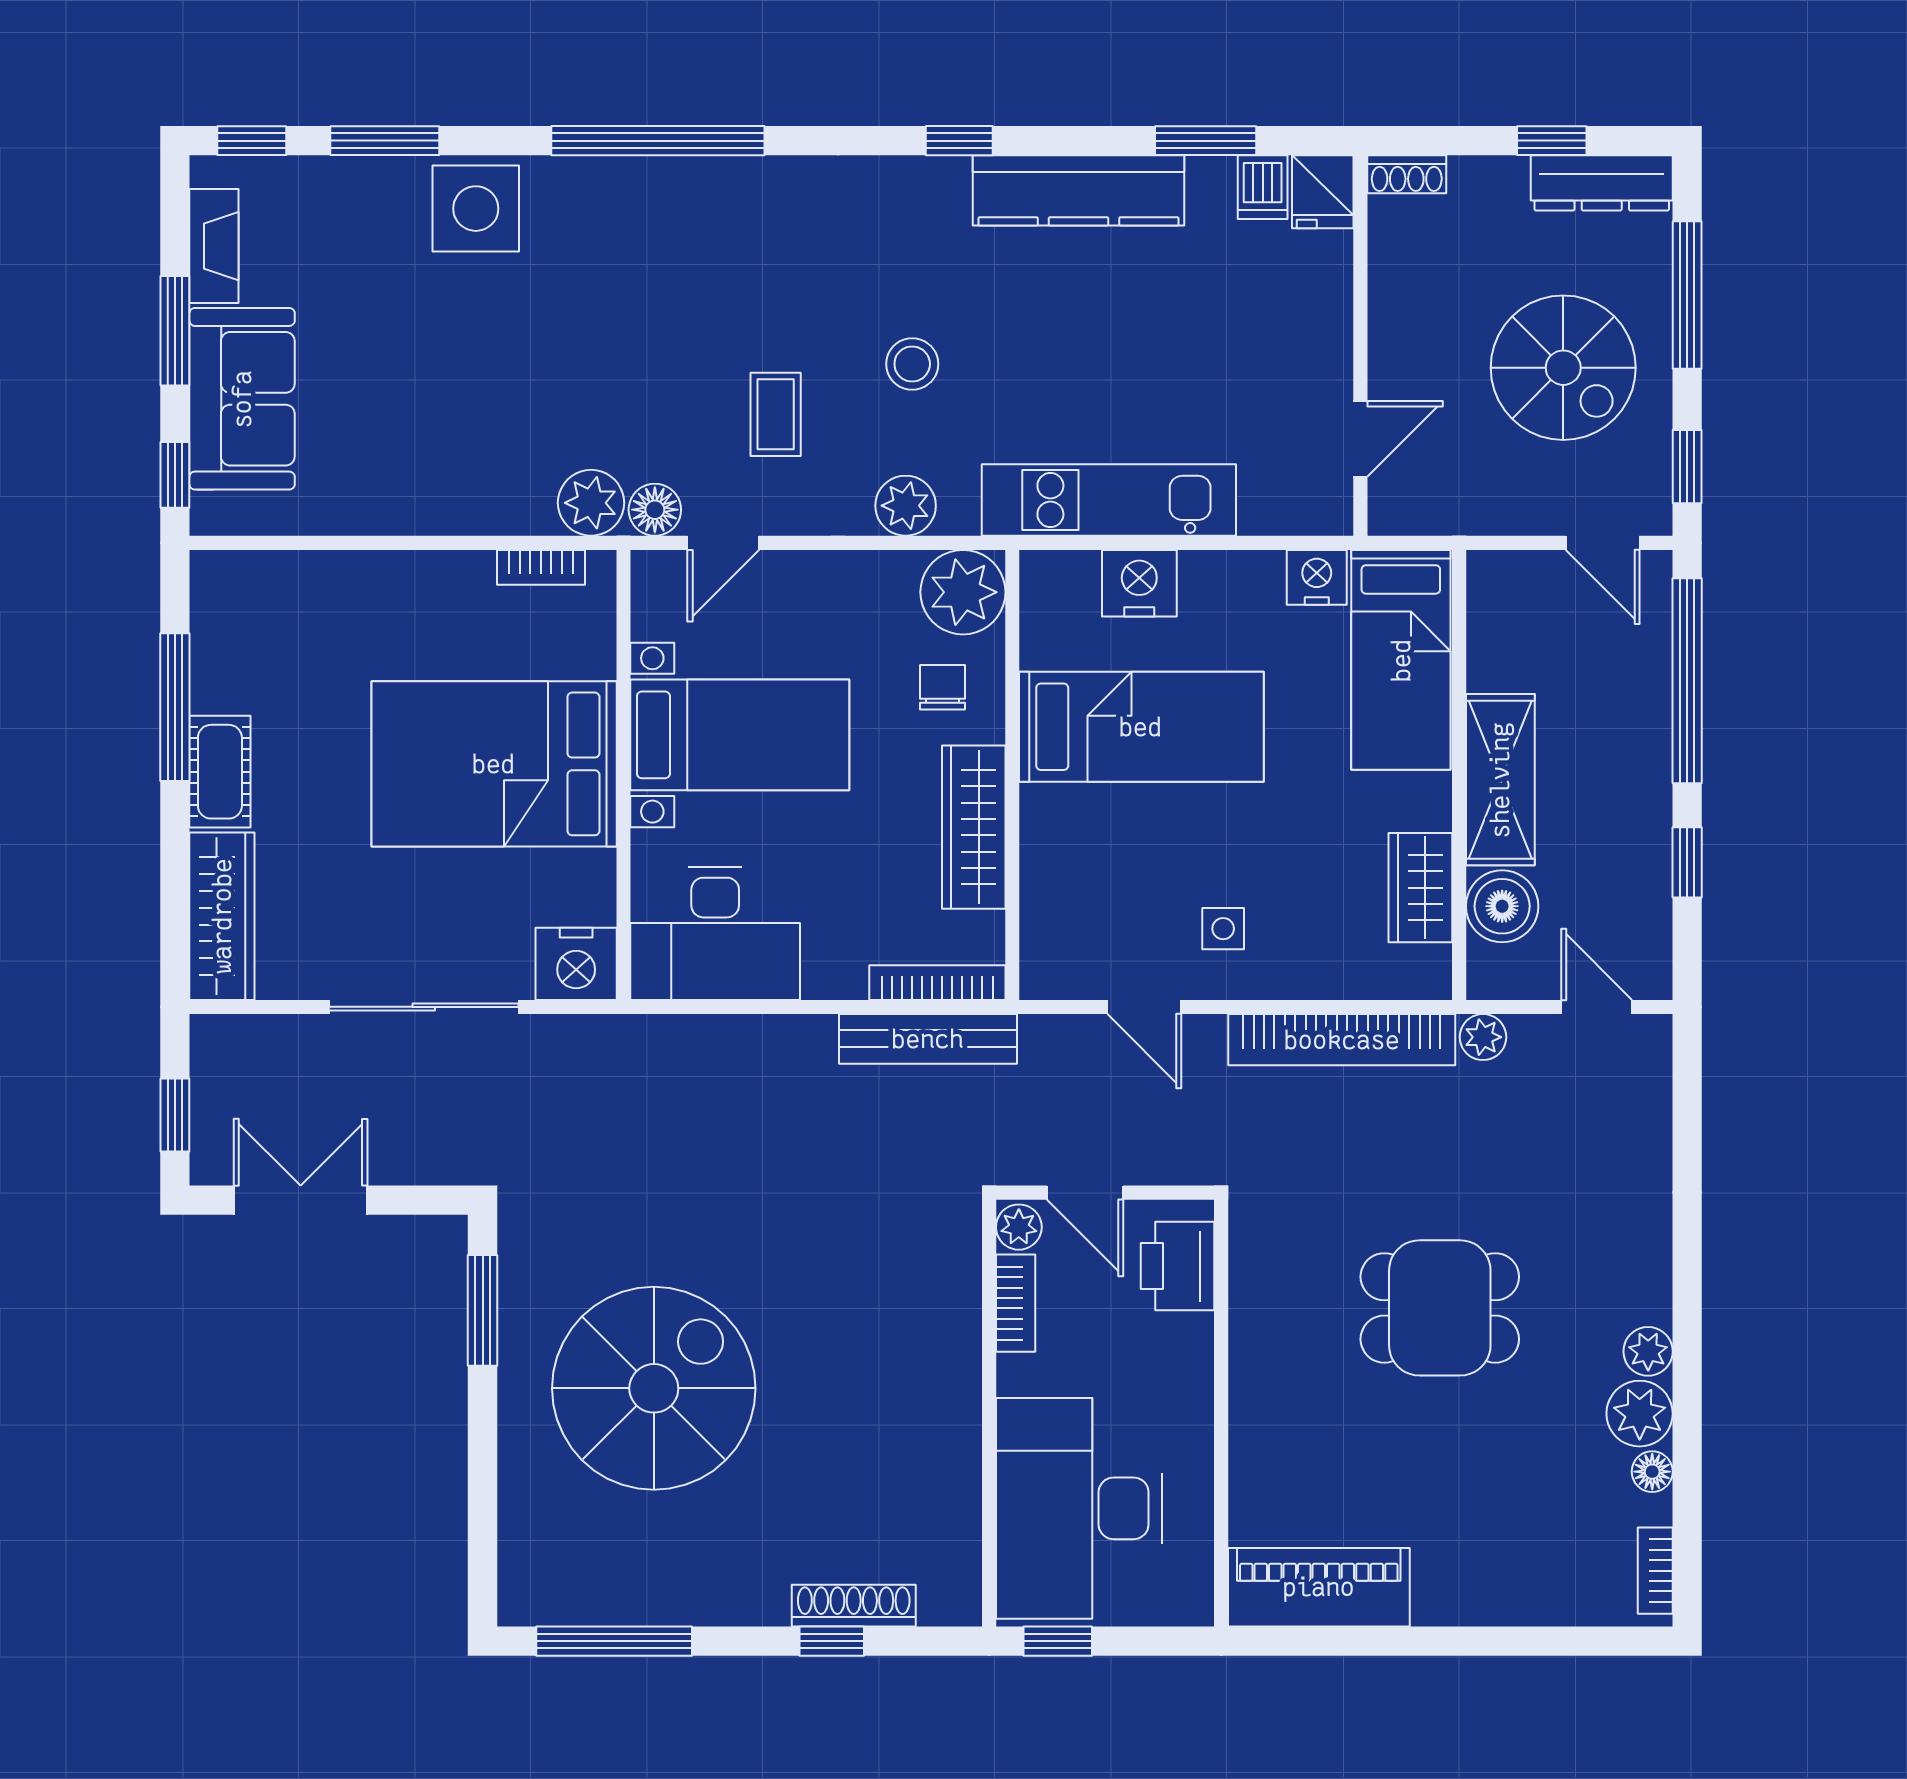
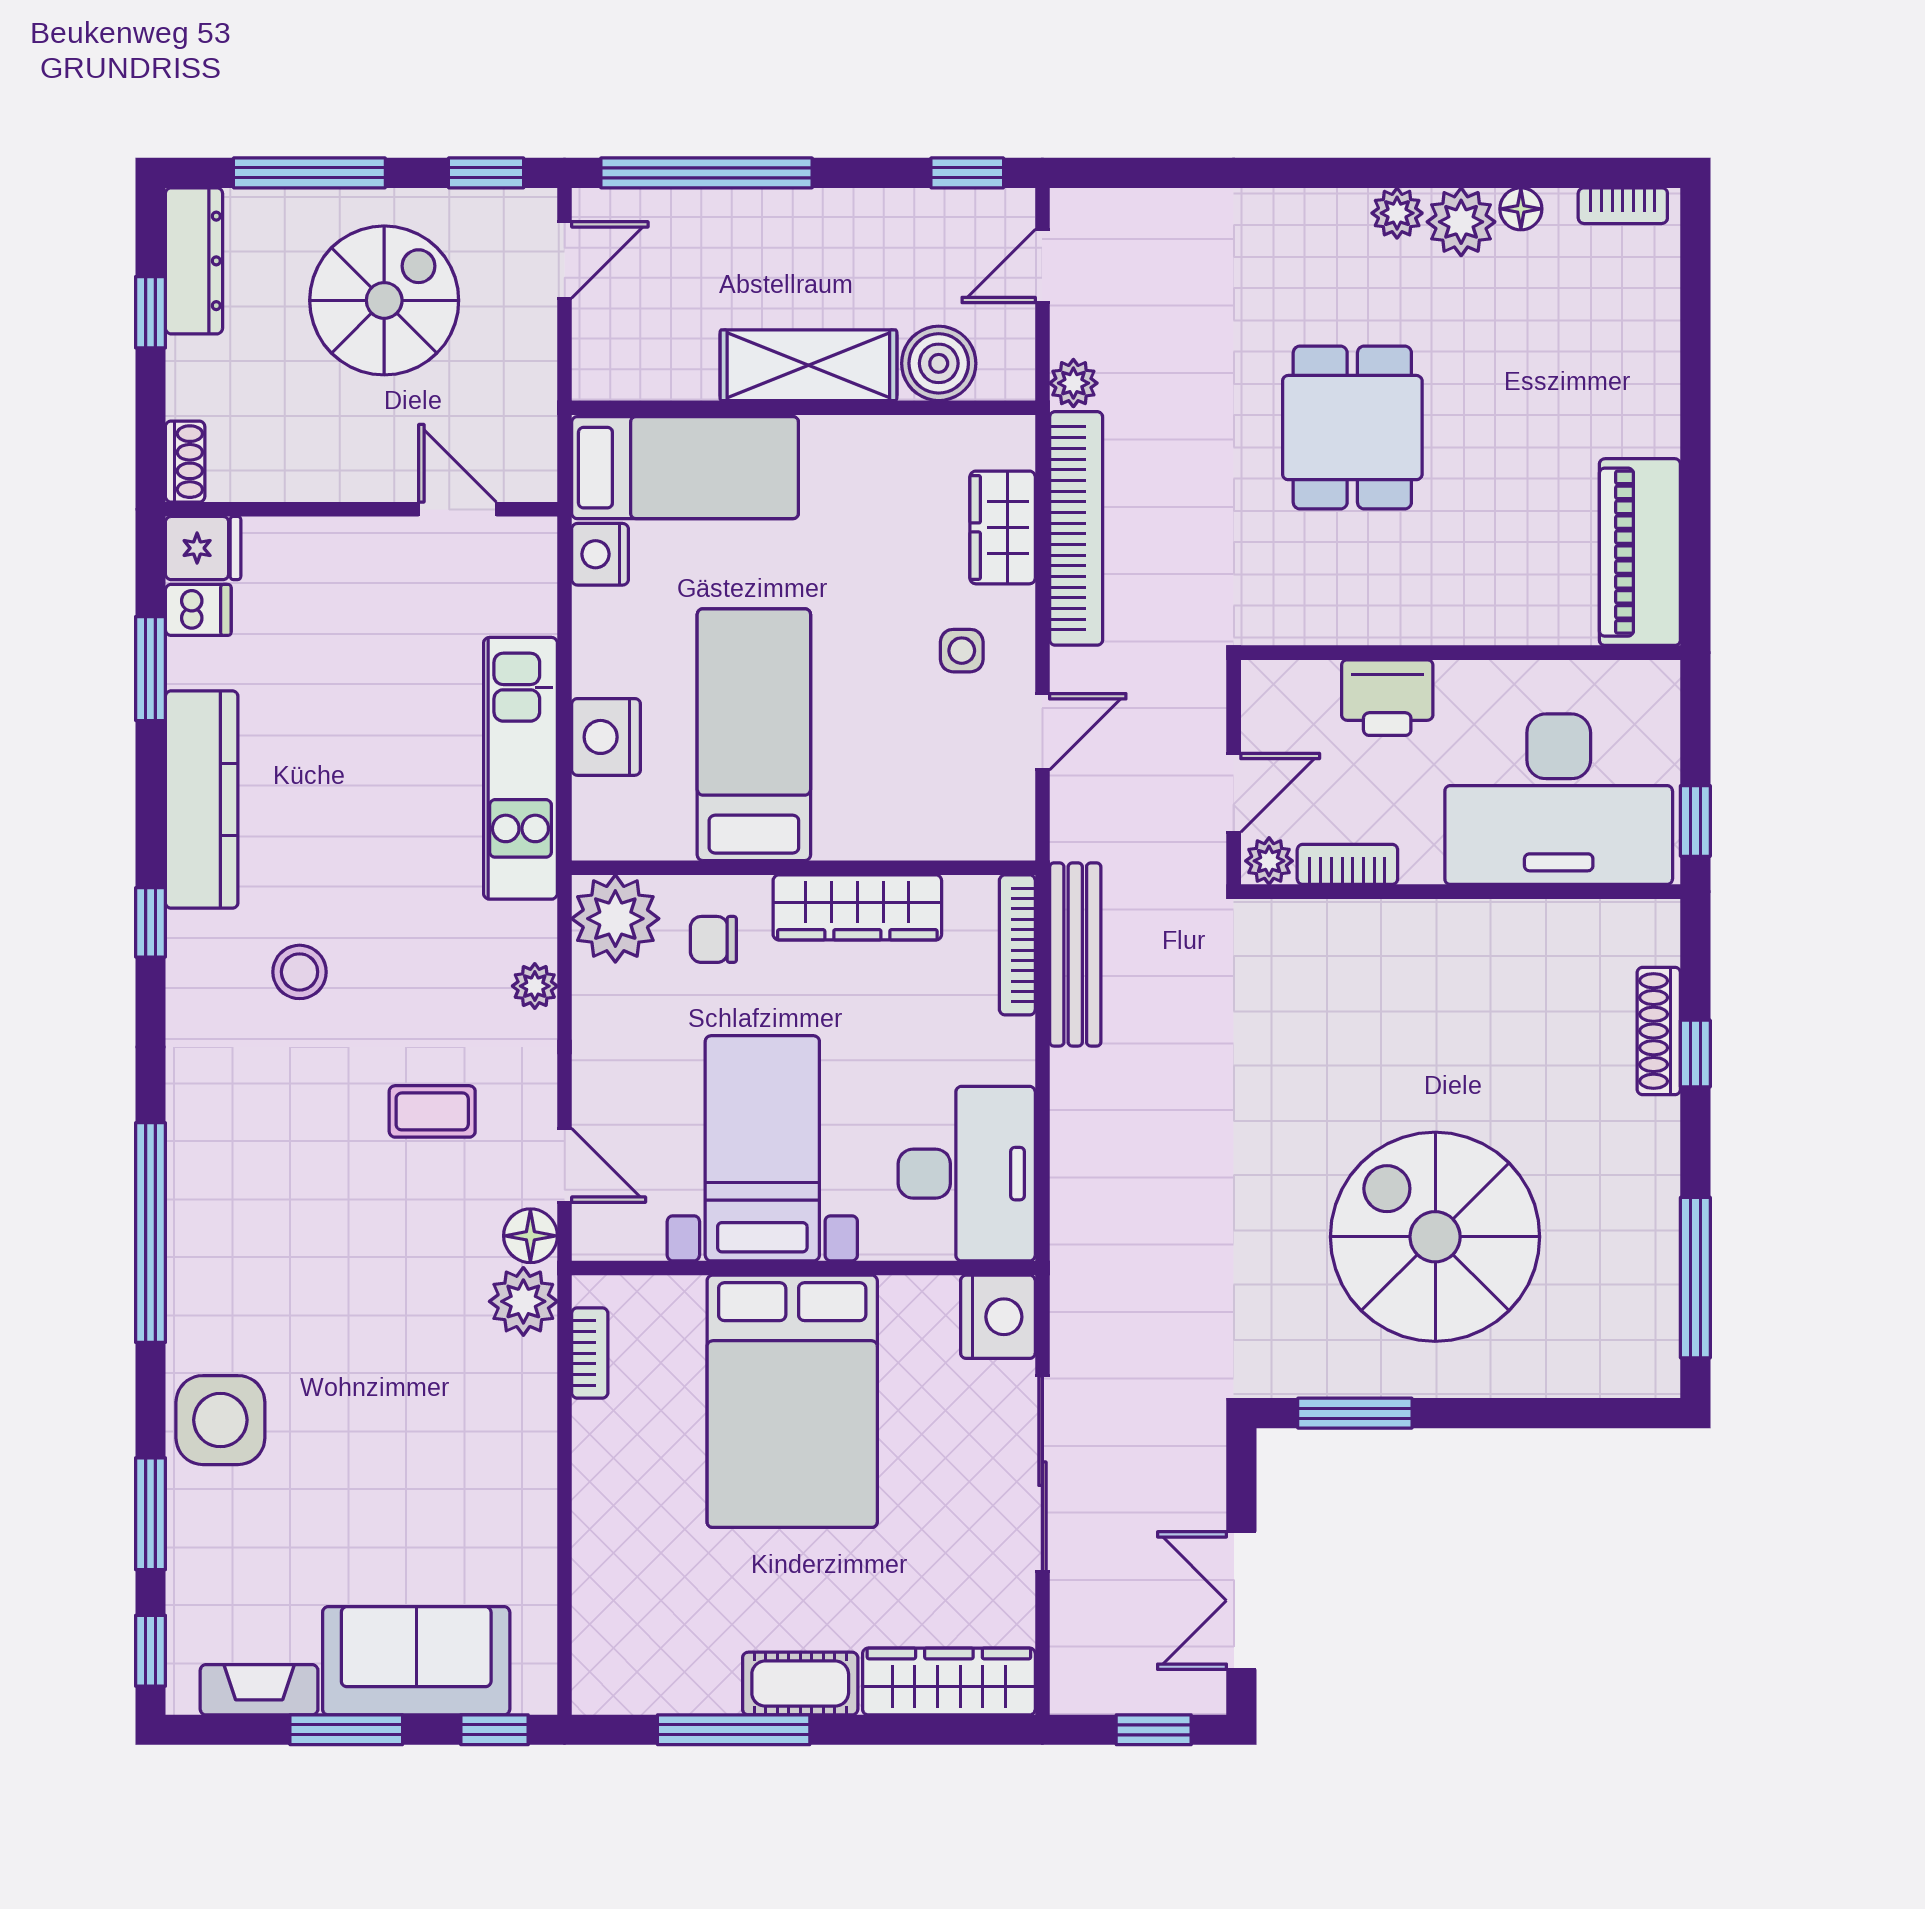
stool: (912, 364) -> (300, 972), moved
plant: (906, 506) -> (535, 986), width x0.73, depth x0.73
window: (1687, 862) -> (967, 173), moved
wardrobe: (1420, 888) -> (1003, 527), moved, turned 90
printer: (1177, 1266) -> (1387, 698), moved

